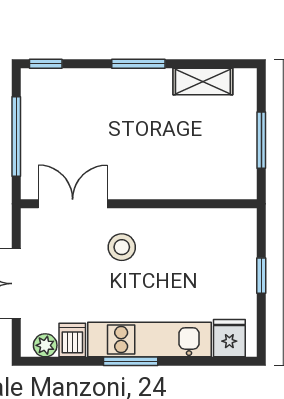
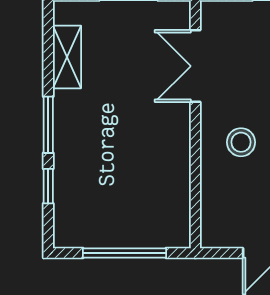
window: (46, 64) -> (48, 186), moved
double door: (73, 204) -> (195, 66), moved

